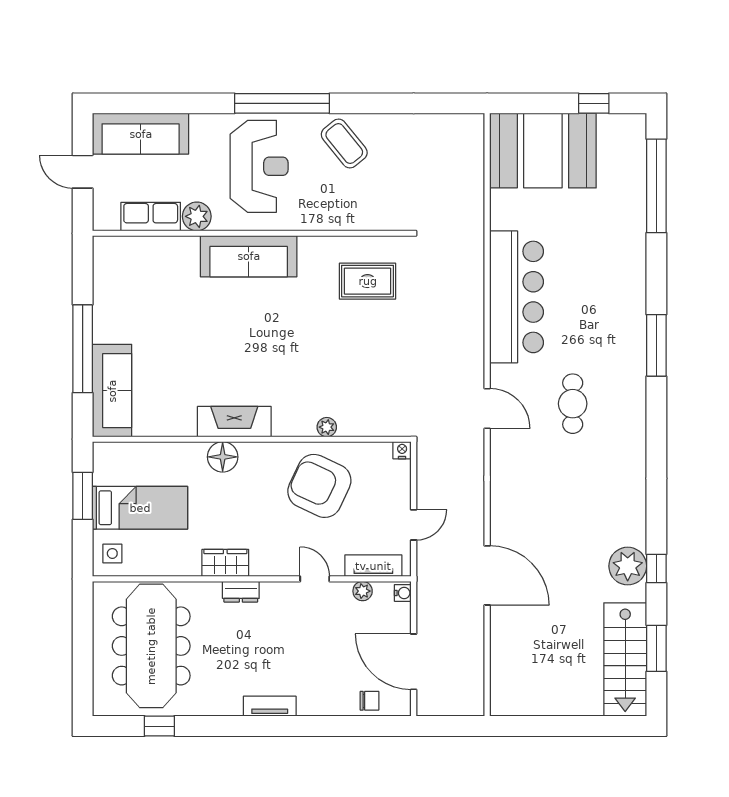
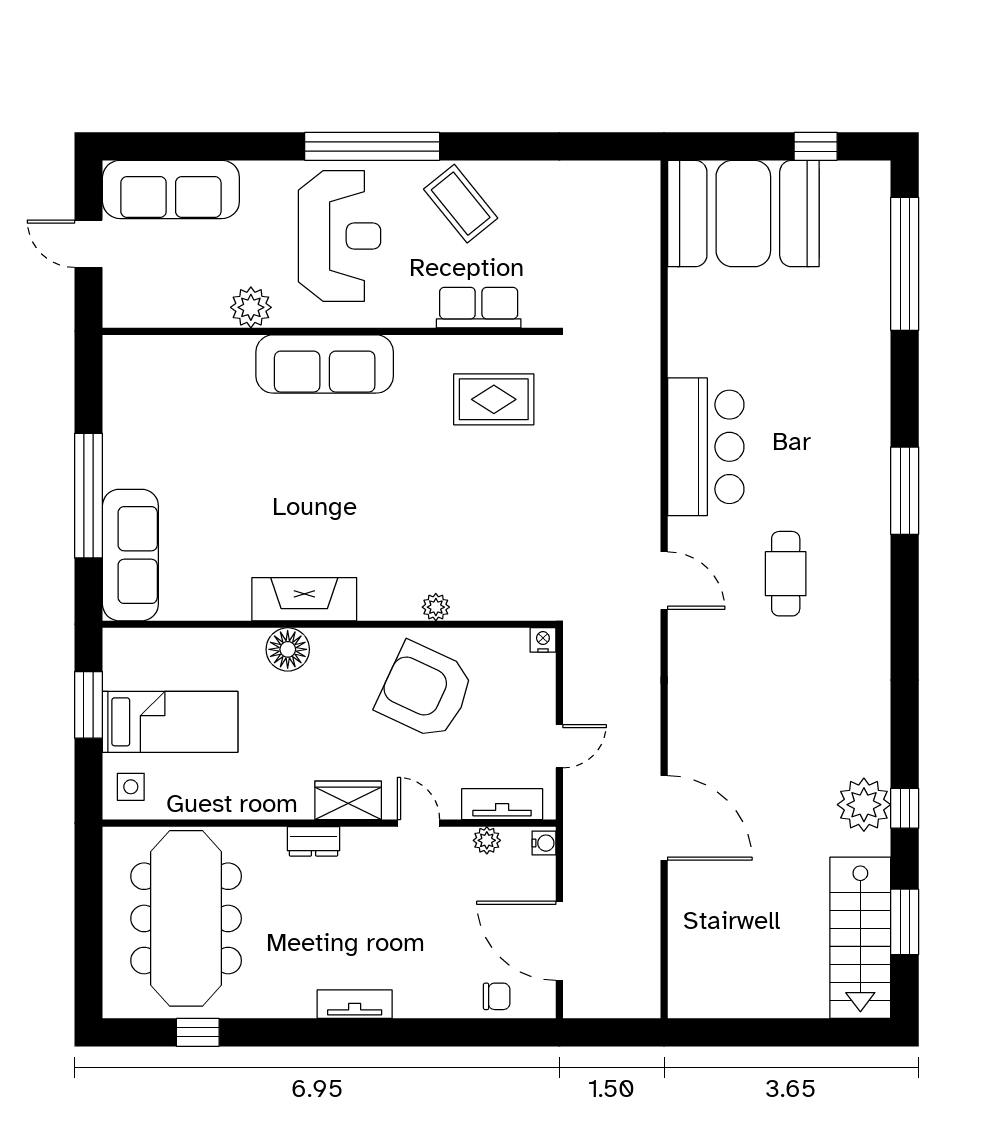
row of seats: (151, 217) -> (479, 308), moved
bar counter: (516, 297) -> (706, 447), width x0.73
wardrobe: (225, 563) -> (348, 800), moved

